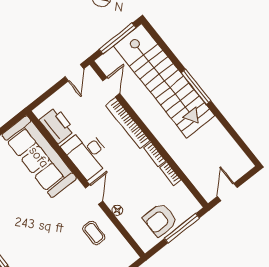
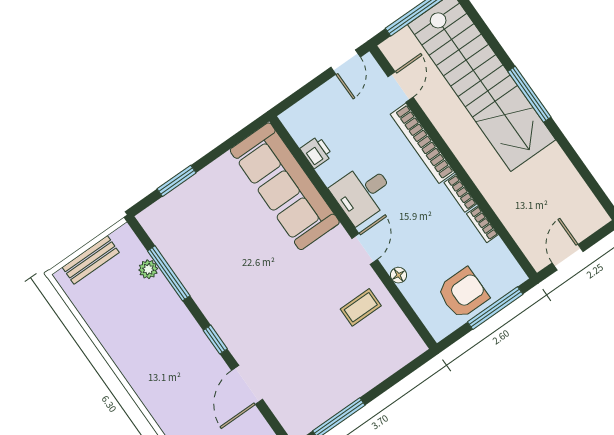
printer: (57, 125) -> (316, 152), width x0.53, depth x0.68
desk: (87, 153) -> (363, 193), width x0.73
armchair: (160, 220) -> (463, 293), turned 180
coffee table: (94, 233) -> (361, 307), turned 90

